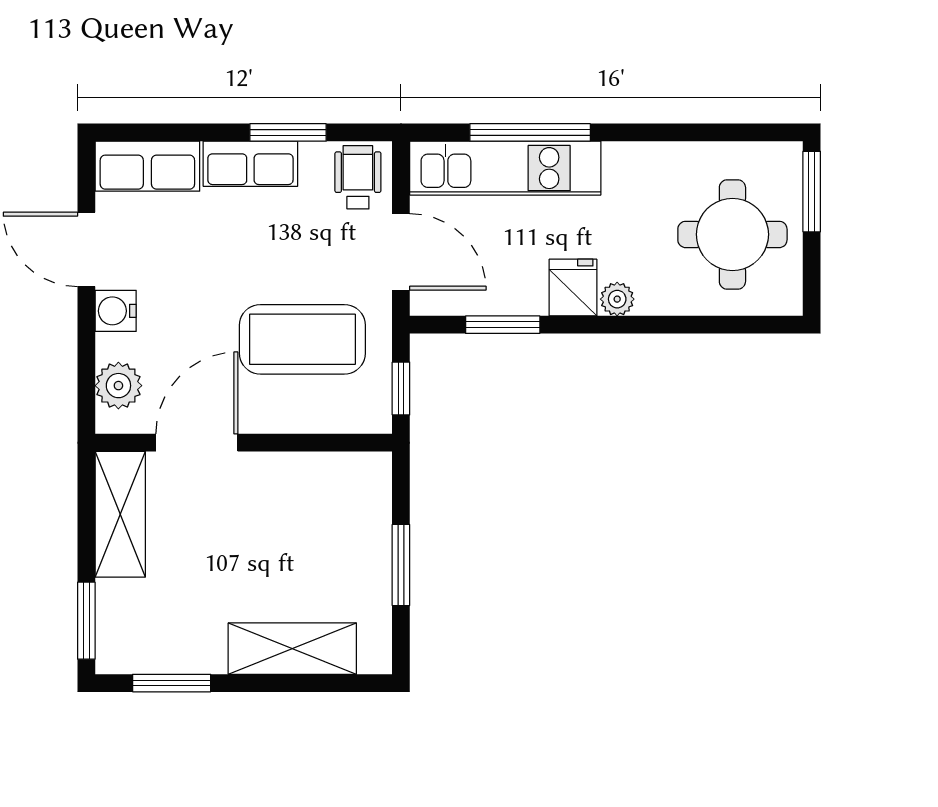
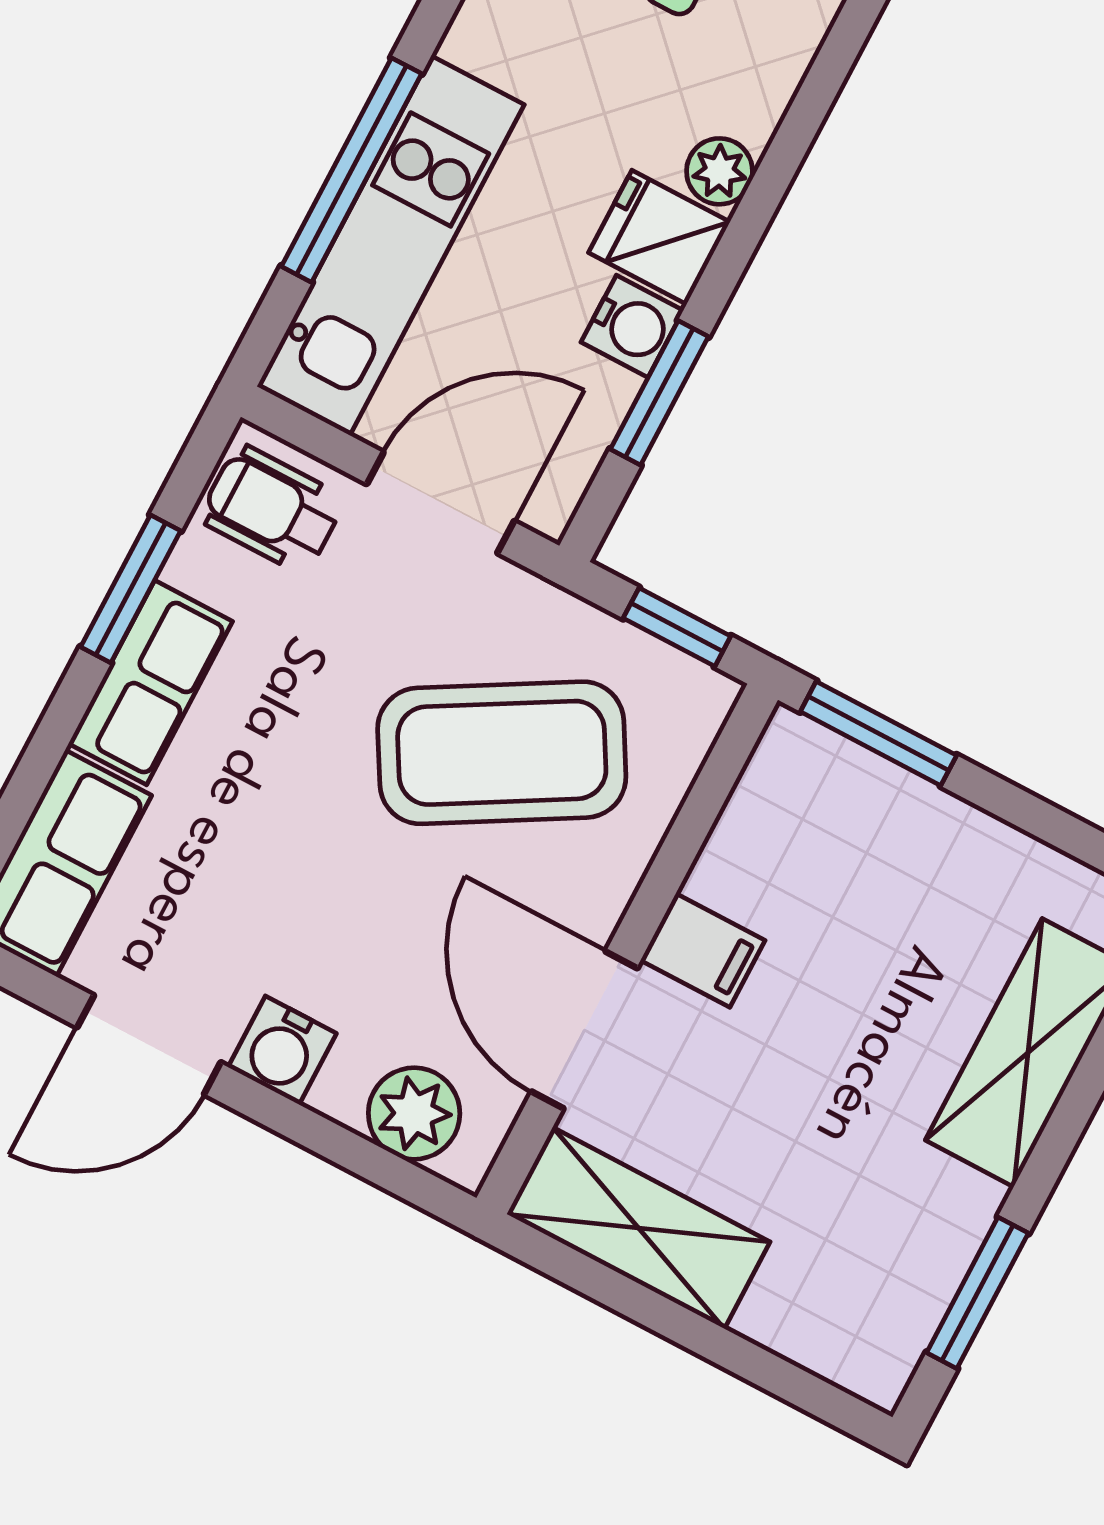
water cooler: (526, 297) -> (632, 326), added
coffee table: (302, 339) -> (502, 753), turned 60
filing cabinet: (261, 477) -> (703, 950), added
window: (401, 565) -> (878, 733), moved
window: (86, 621) -> (792, 1384), removed

